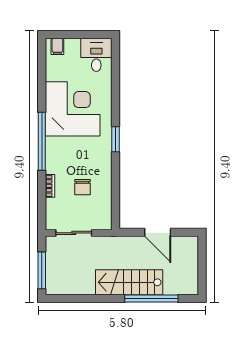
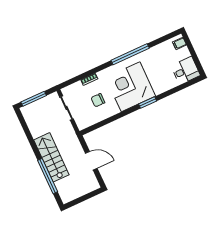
corner desk: (73, 109) -> (131, 87), moved, turned 180
window: (115, 139) -> (148, 103), moved
window: (42, 141) -> (130, 54), moved
door: (158, 232) -> (91, 161), swing flipped

